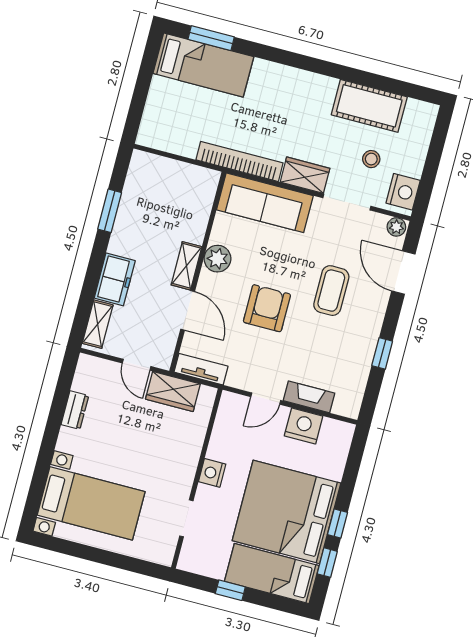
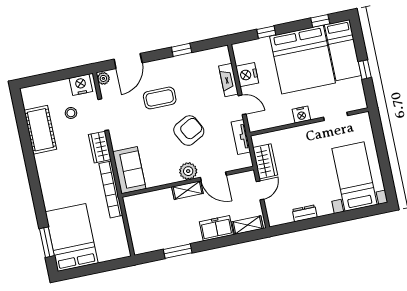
bed: (203, 65) -> (72, 237), width x1.50
sofa: (265, 203) -> (129, 170), width x0.73
plant: (217, 259) -> (188, 171), moved
armchair: (267, 308) -> (189, 131), turned 152
door: (188, 310) -> (213, 176), swing flipped
tv unit: (201, 369) -> (241, 137), moved
window: (337, 524) -> (266, 32), moved

